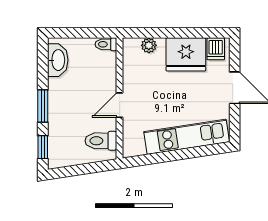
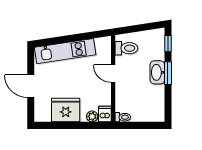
dishwasher: (216, 49) -> (105, 114), moved
washbasin: (58, 60) -> (157, 72), moved
door: (120, 105) -> (113, 74), swing flipped

